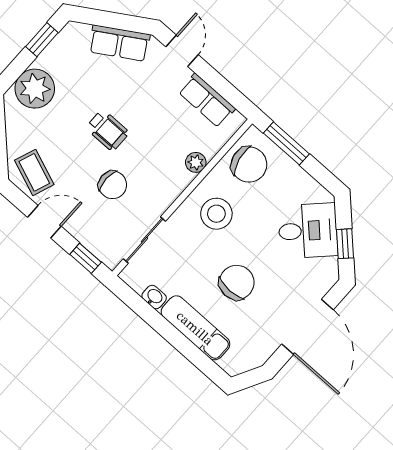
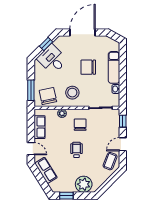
door: (182, 51) -> (31, 149), swing flipped
chair: (113, 185) -> (80, 125), moved
door: (44, 222) -> (123, 144), hinge flipped

